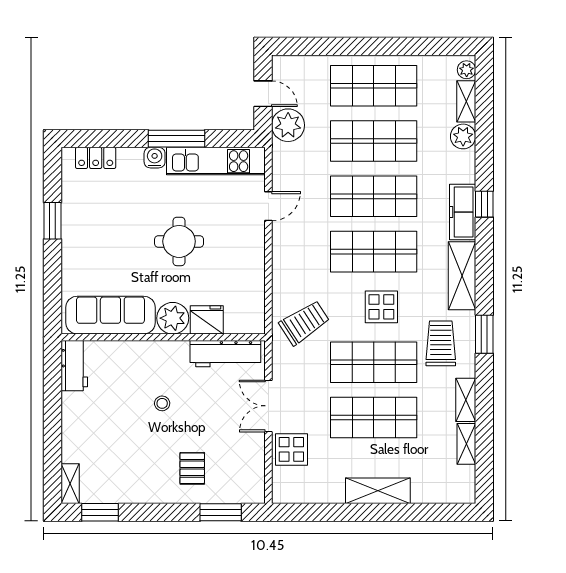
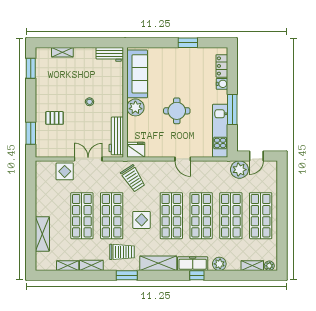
plant: (463, 136) -> (219, 264), moved
water cooler: (155, 158) -> (222, 84), moved
door: (268, 206) -> (183, 159), moved
fridge: (207, 320) -> (136, 150), moved, turned -90
shelving: (70, 484) -> (62, 52), moved
shelving: (378, 491) -> (42, 234), moved

